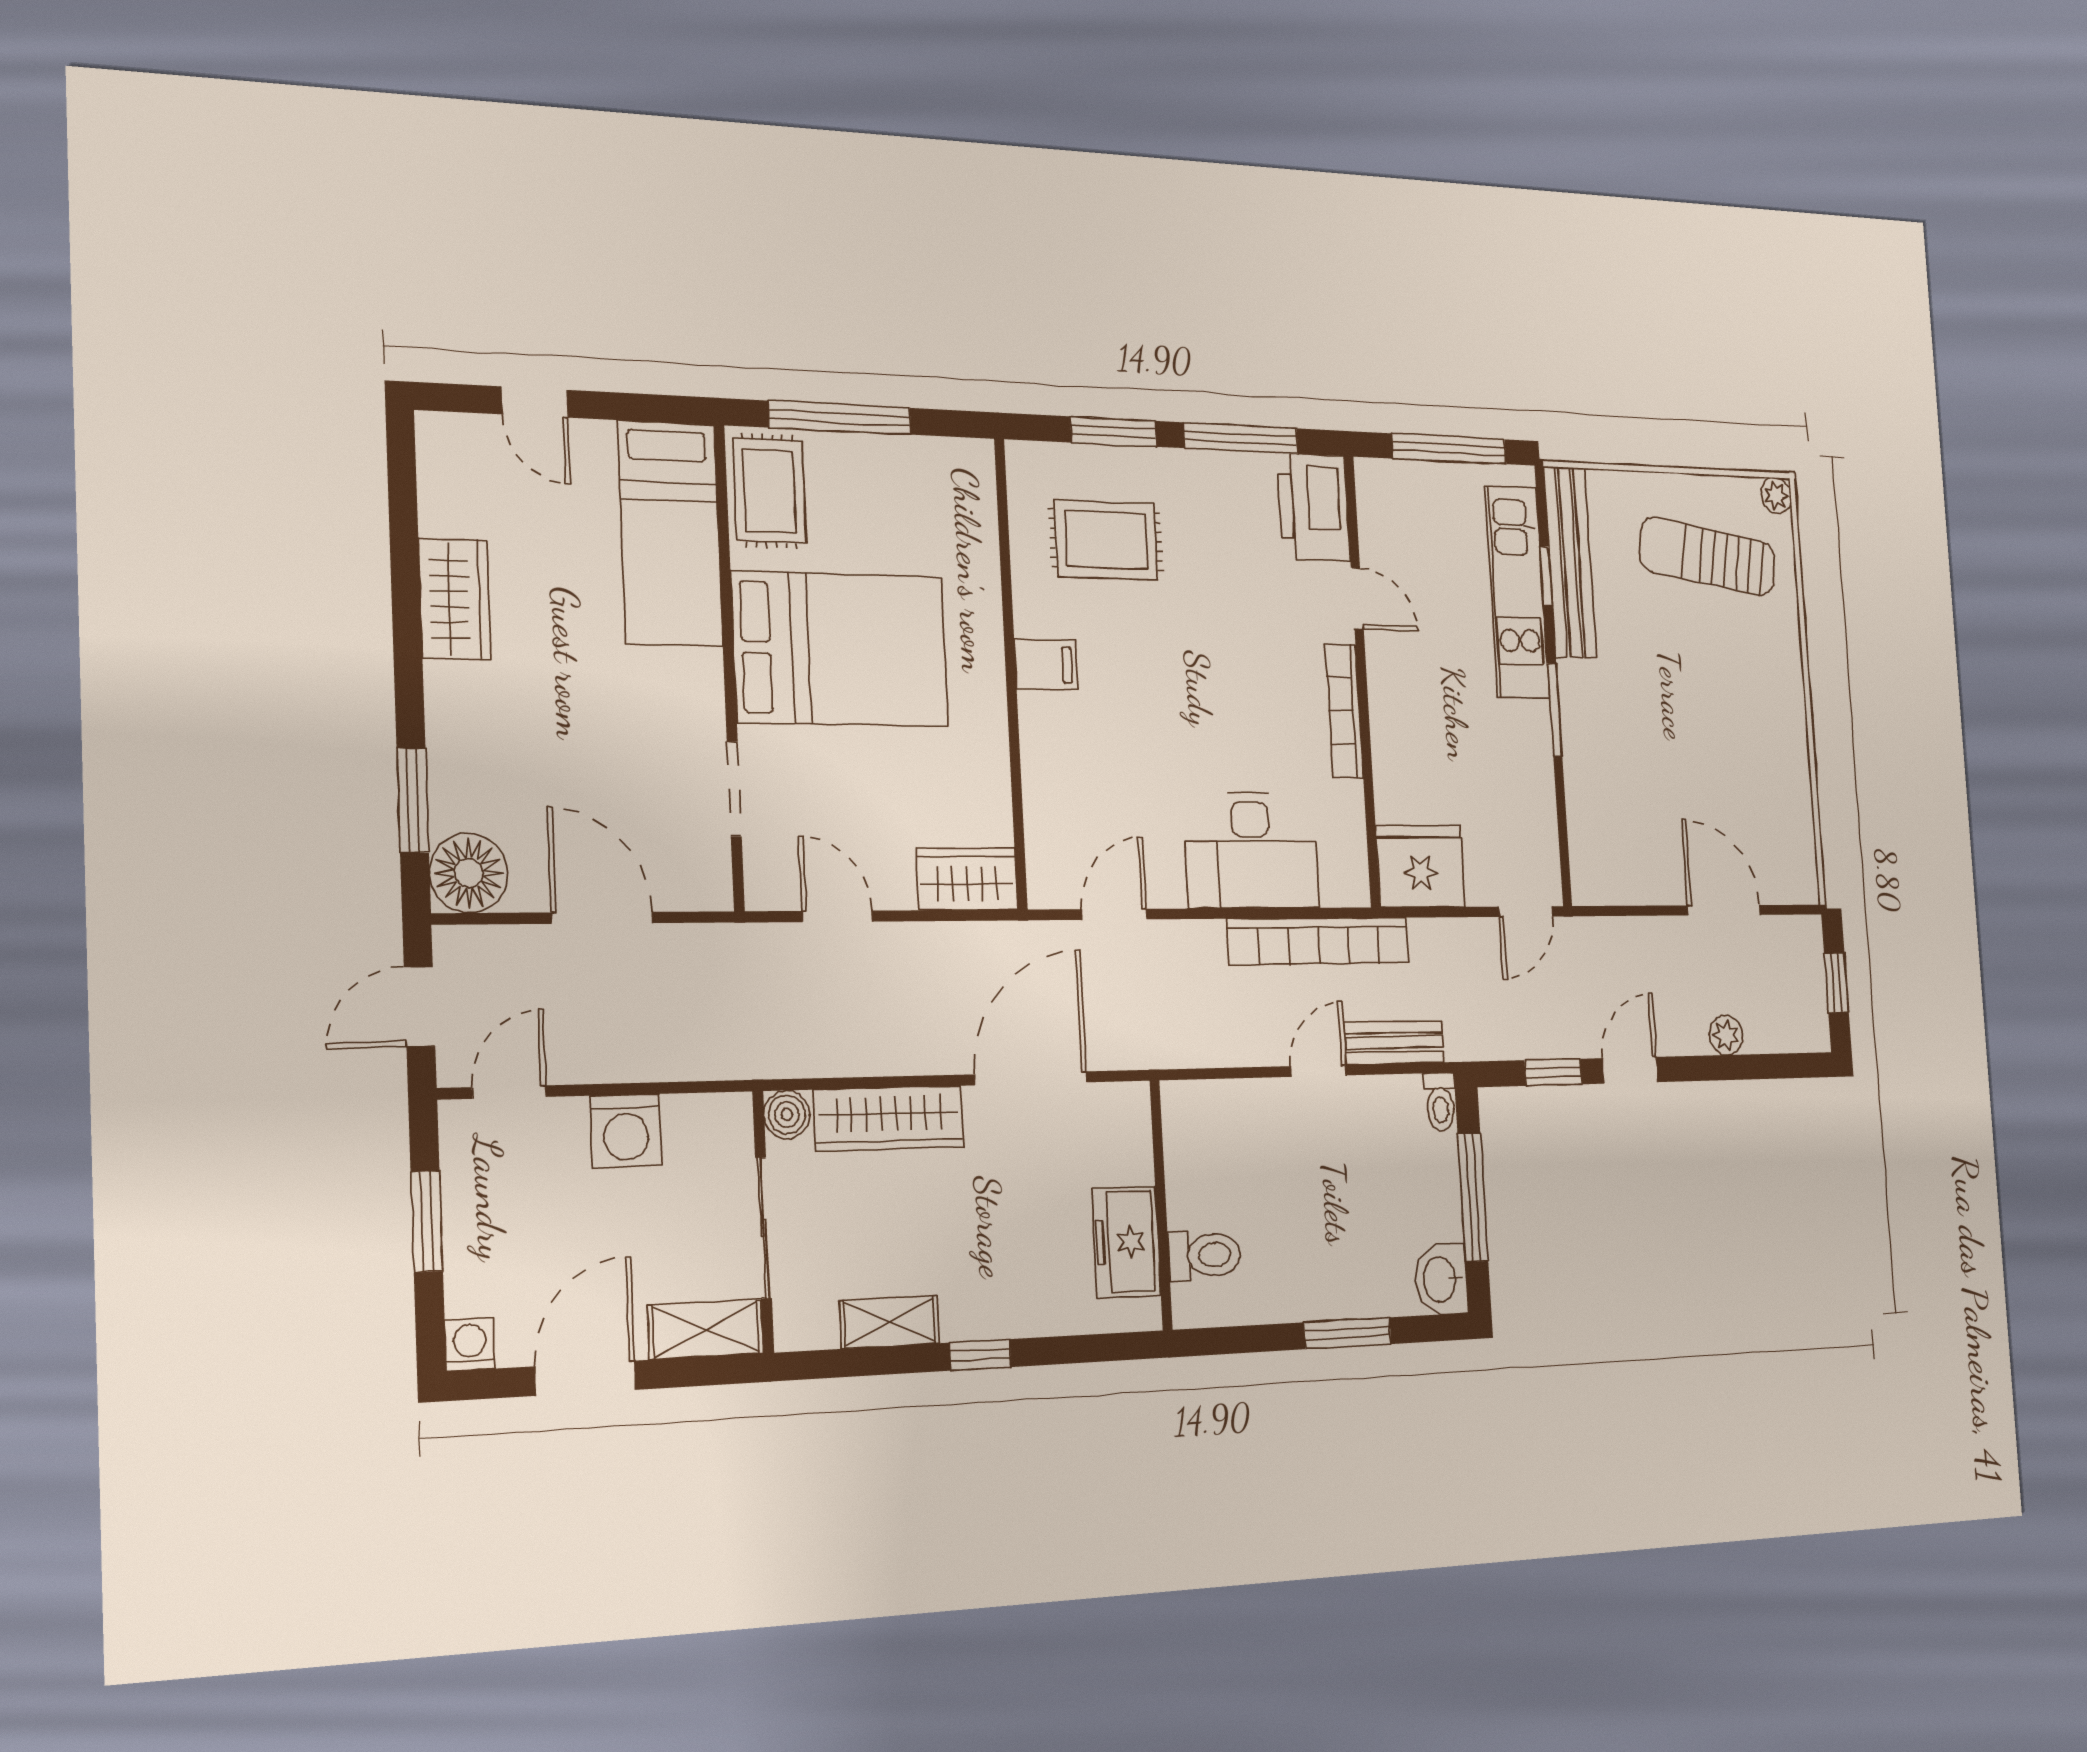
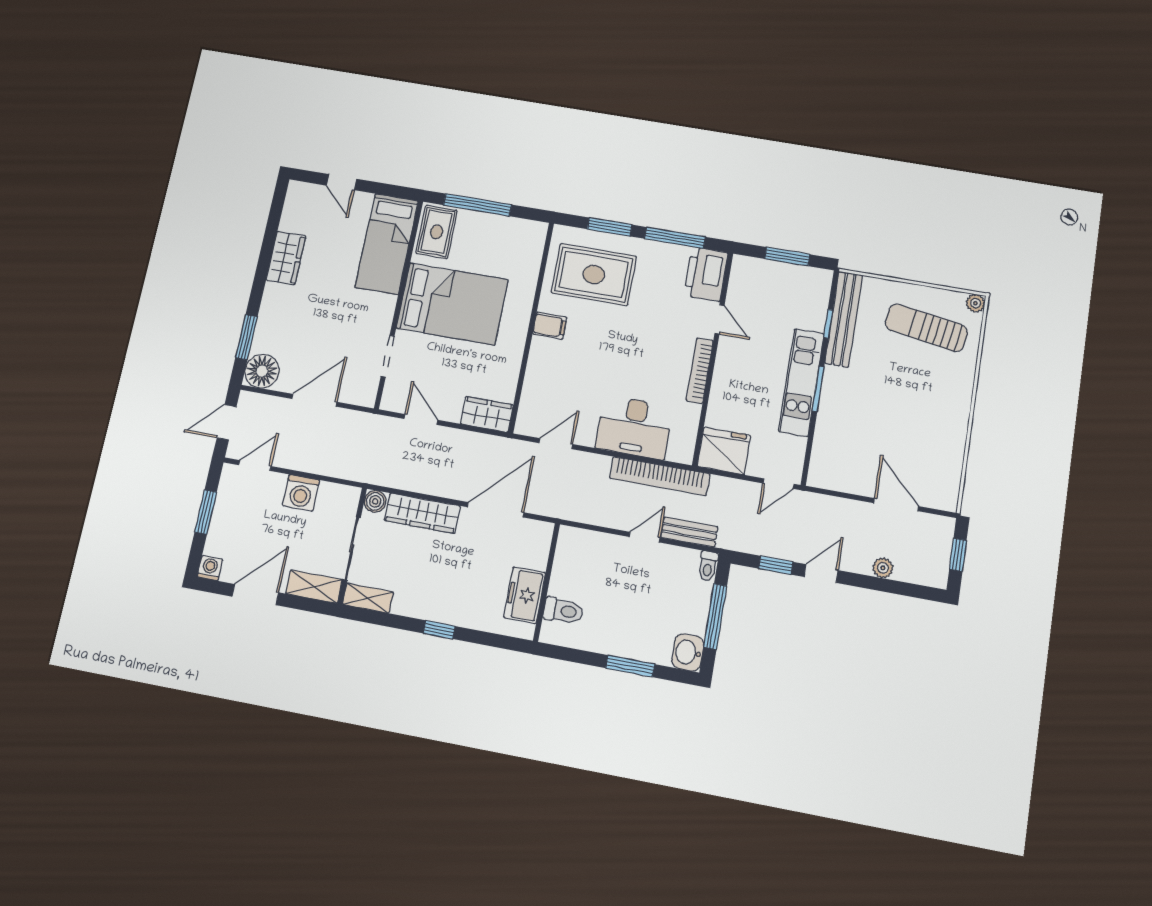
window: (1449, 449) -> (787, 257), width x0.69
rug: (1106, 540) -> (594, 274), width x1.36, depth x1.43
kitchen unit: (1517, 592) -> (801, 382), moved
door: (602, 918) -> (314, 400), hinge flipped
shelving: (889, 1322) -> (368, 598), moved

